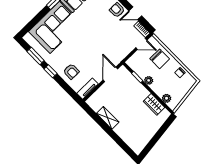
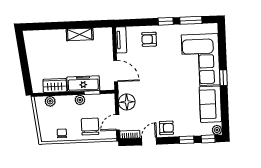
floor lamp: (123, 50) -> (127, 102), added
chair: (160, 59) -> (90, 127), turned 90
freezer: (137, 88) -> (83, 84), added

